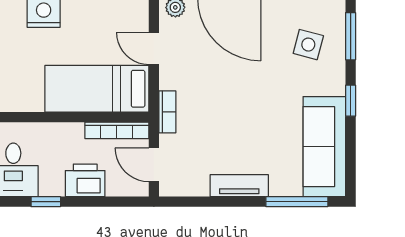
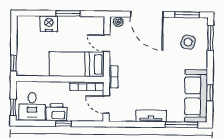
window: (351, 101) -> (210, 93), moved
printer: (85, 180) -> (57, 112), moved
window: (46, 202) -> (63, 124), moved

